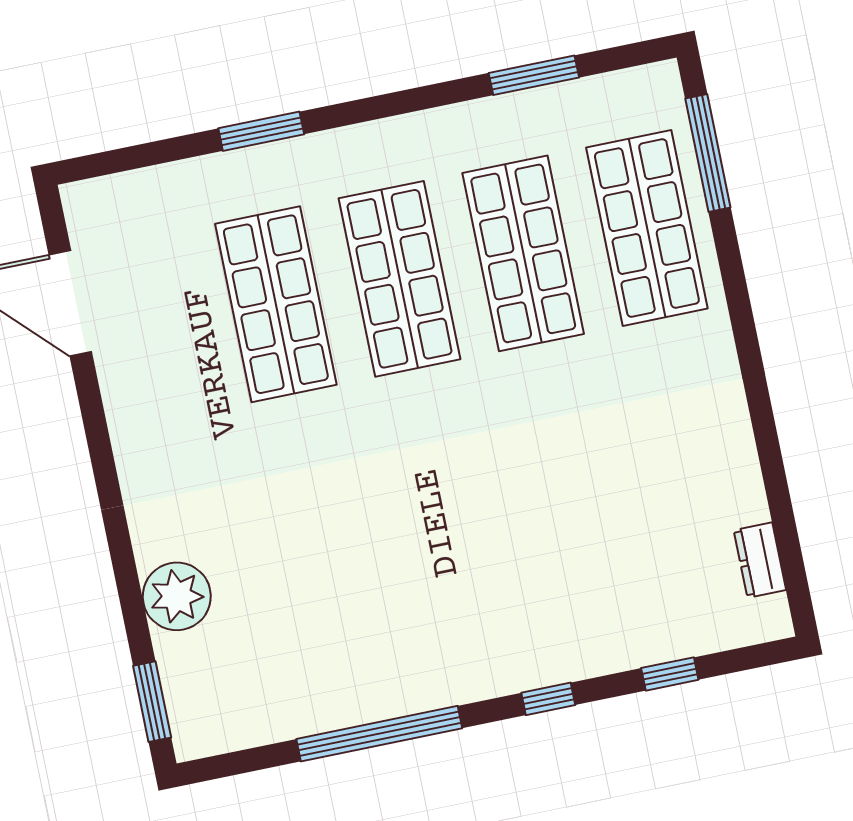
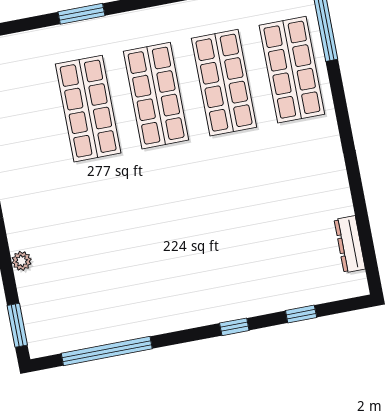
dresser: (760, 560) -> (350, 244), width x1.44
plant: (177, 596) -> (22, 261), width x0.53, depth x0.53
window: (379, 734) -> (107, 351), moved

